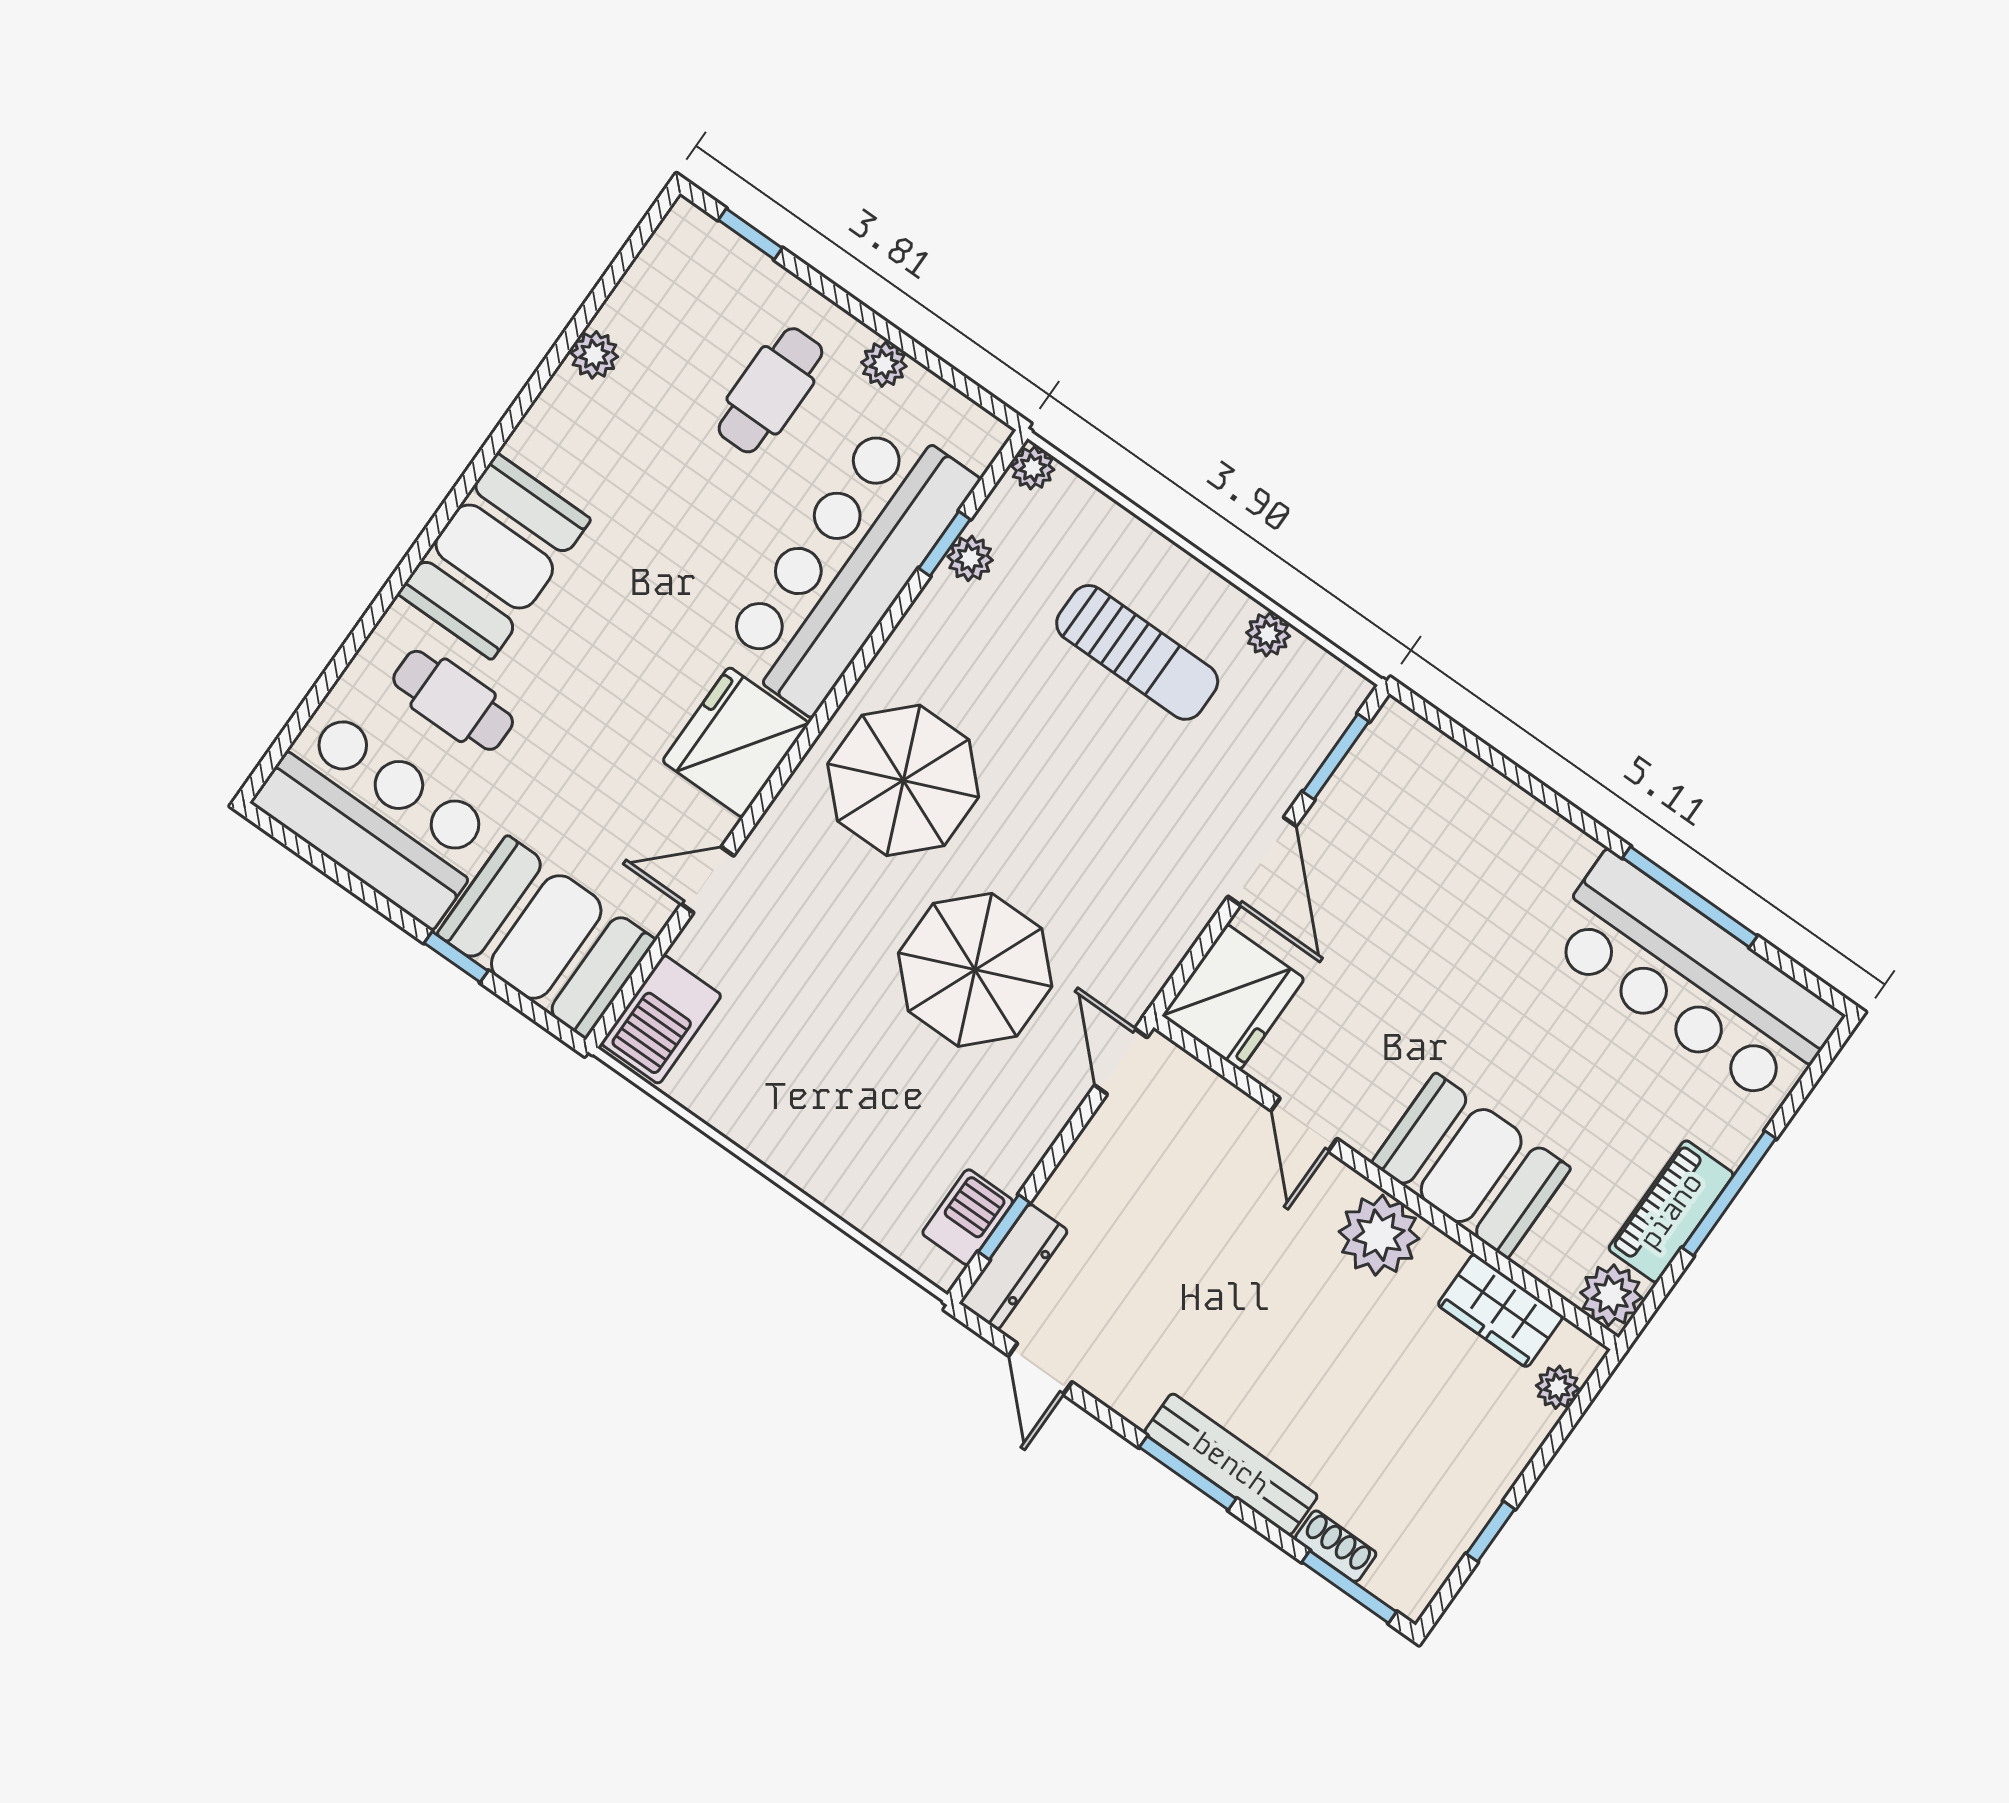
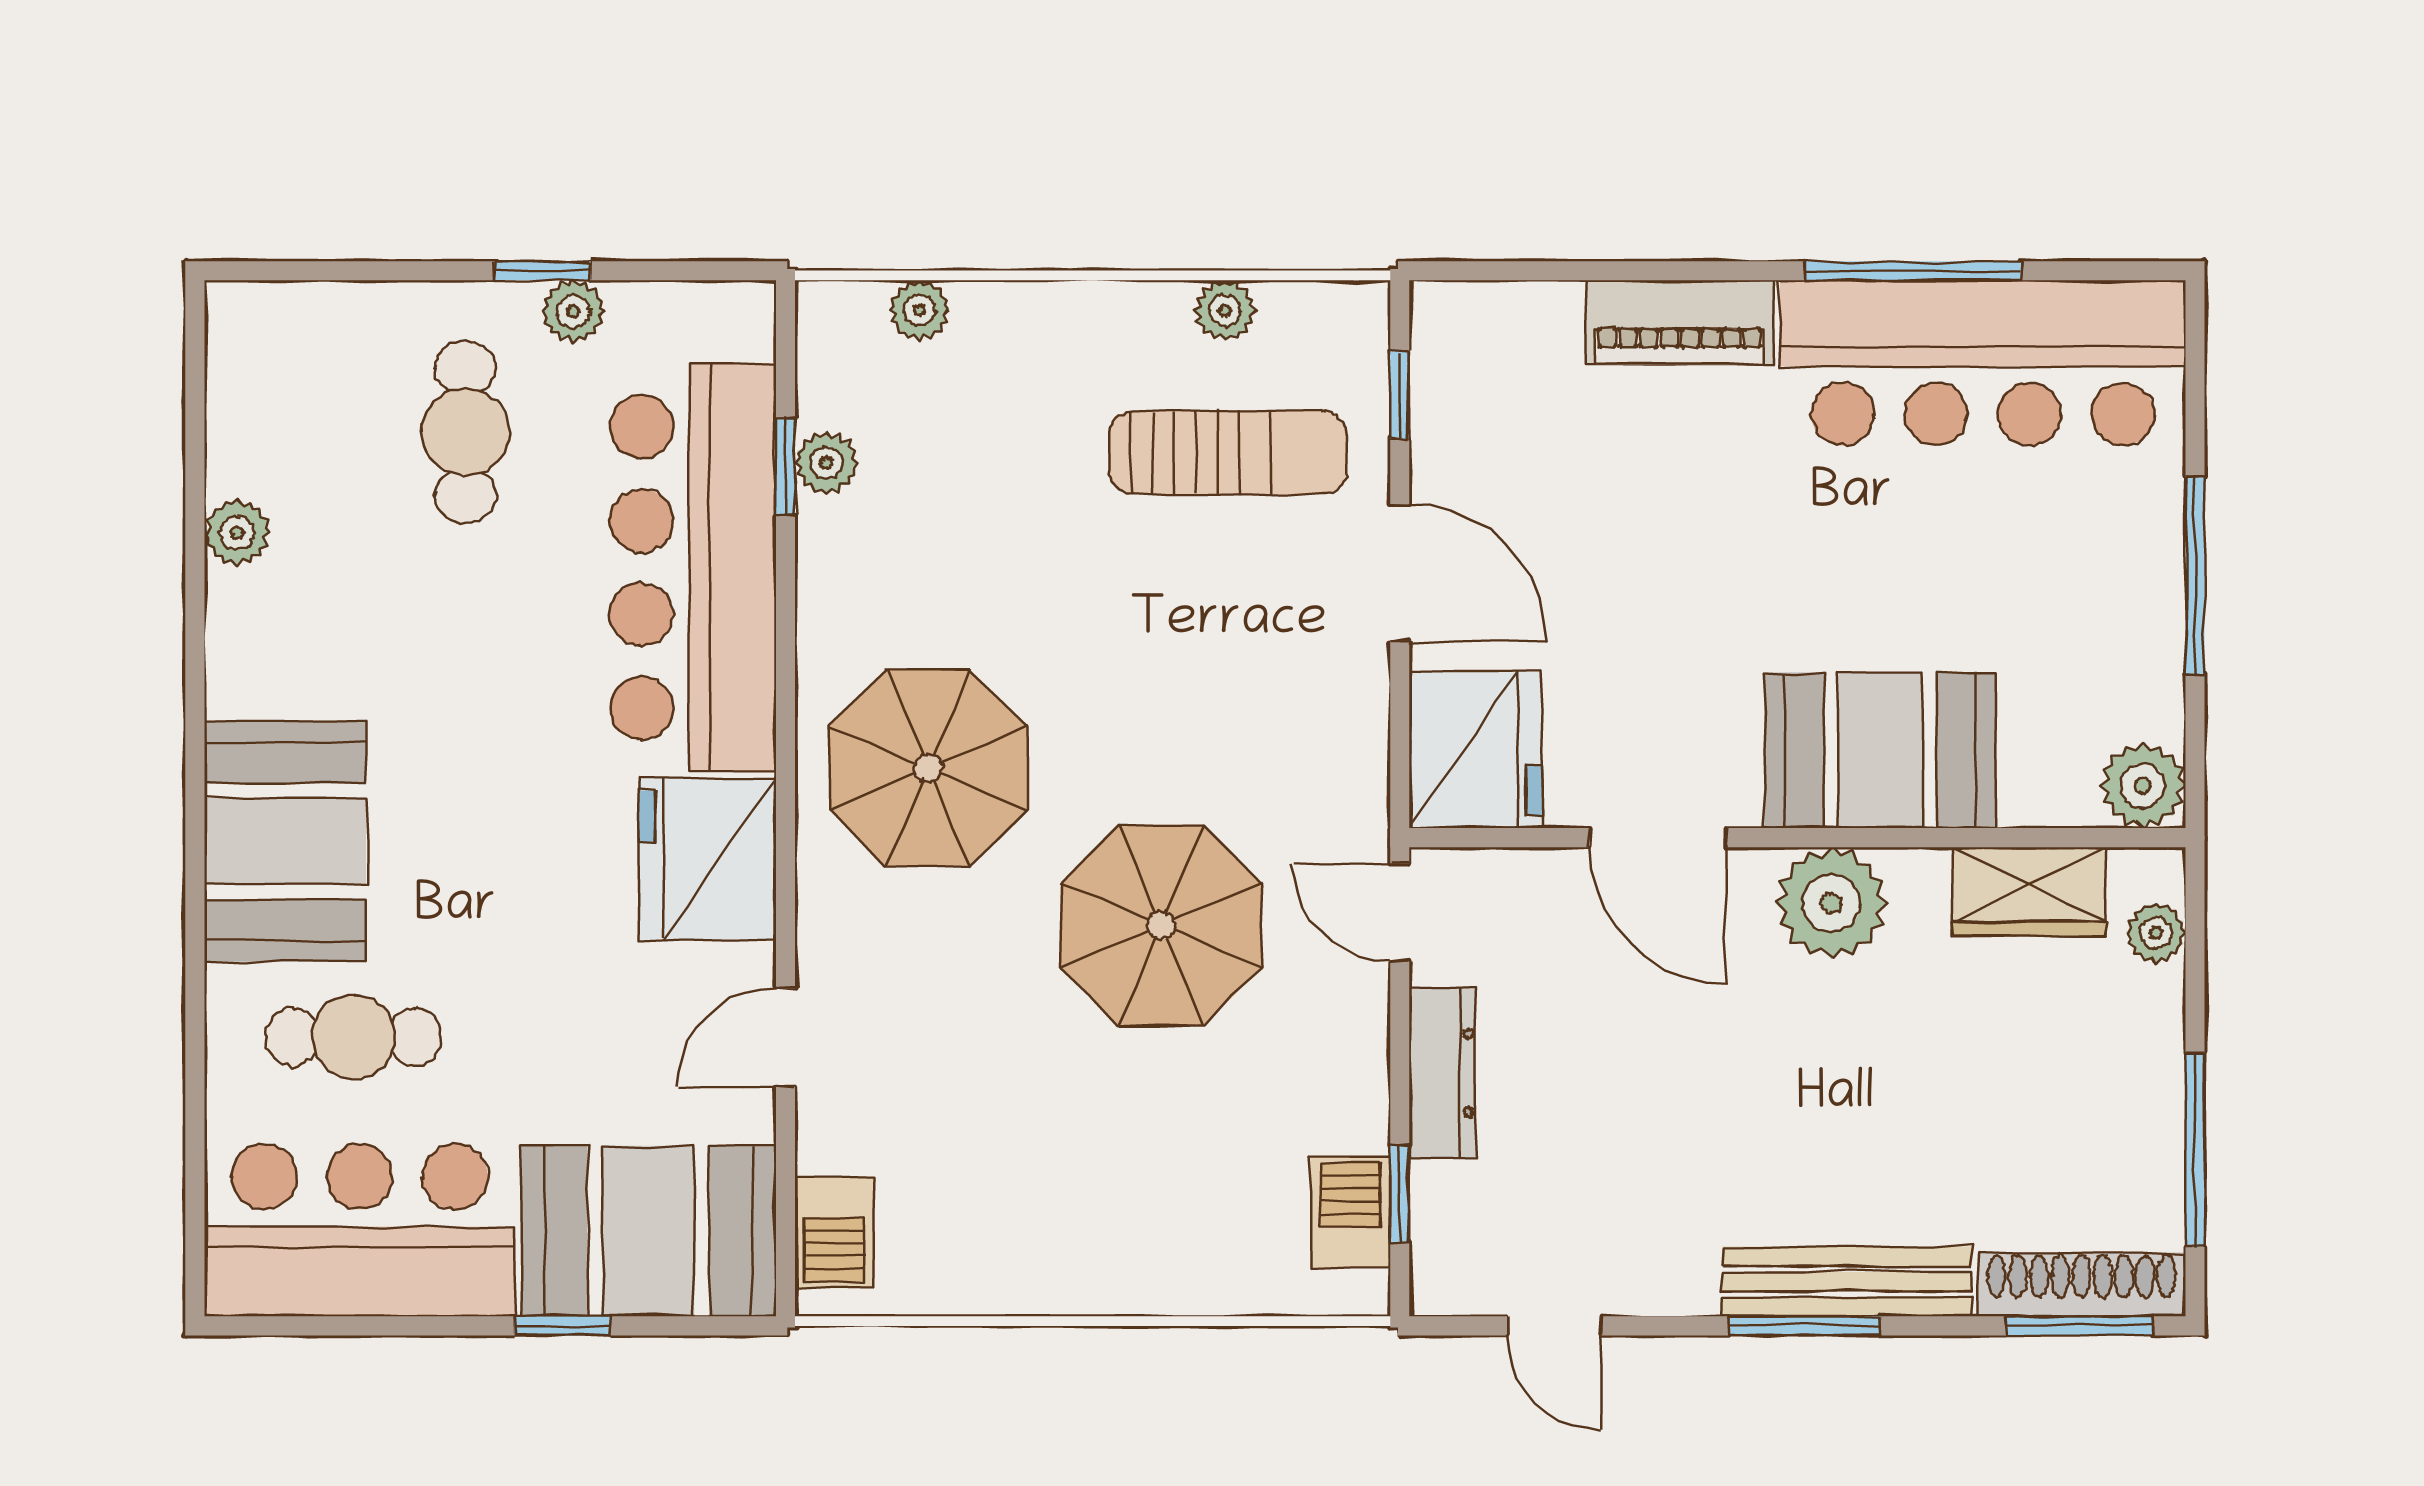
window: (750, 234) -> (543, 271), moved
plant: (1033, 468) -> (919, 310), moved
sun lounger: (1137, 652) -> (1228, 453), moved
window: (1336, 757) -> (1400, 395), width x0.67
barbecue: (661, 1019) -> (834, 1233), width x0.73, depth x0.79
door: (1304, 1125) -> (1658, 838), width x1.38
piano: (1671, 1211) -> (1680, 322), moved, turned -90
dresser: (1014, 1267) -> (1442, 1073), moved
window: (1491, 1531) -> (2195, 1150), width x2.17
shoe rack: (1336, 1546) -> (2081, 1284), width x1.94, depth x1.24

